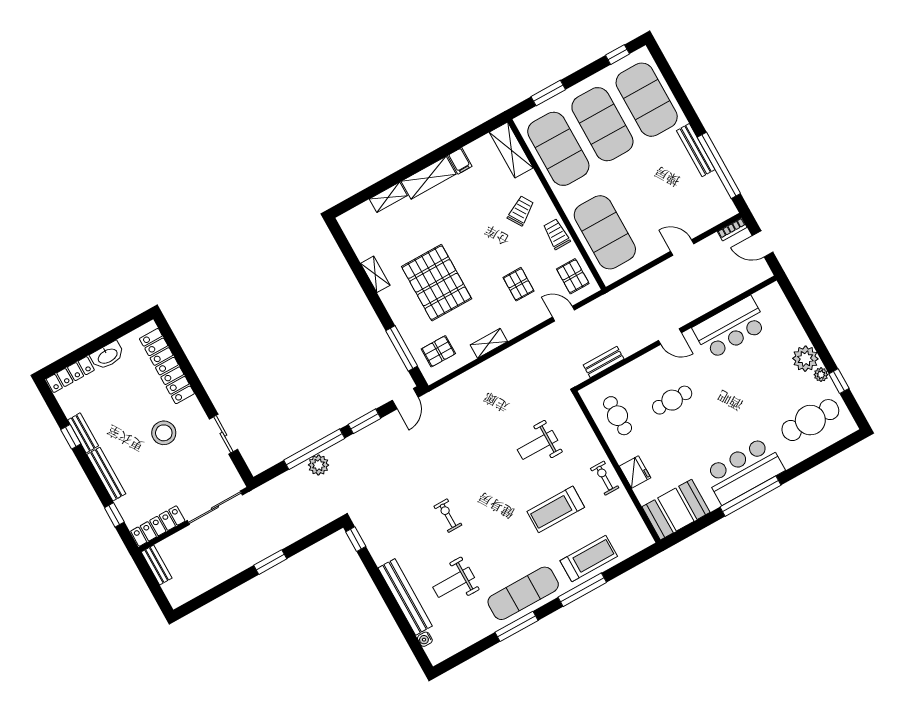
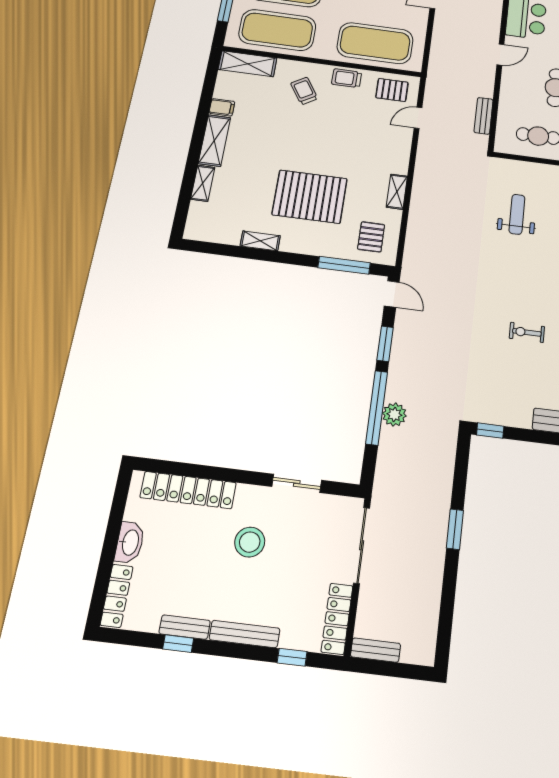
pallet: (519, 284) -> (365, 134), removed
weight bench: (538, 445) -> (517, 214), turned 180

